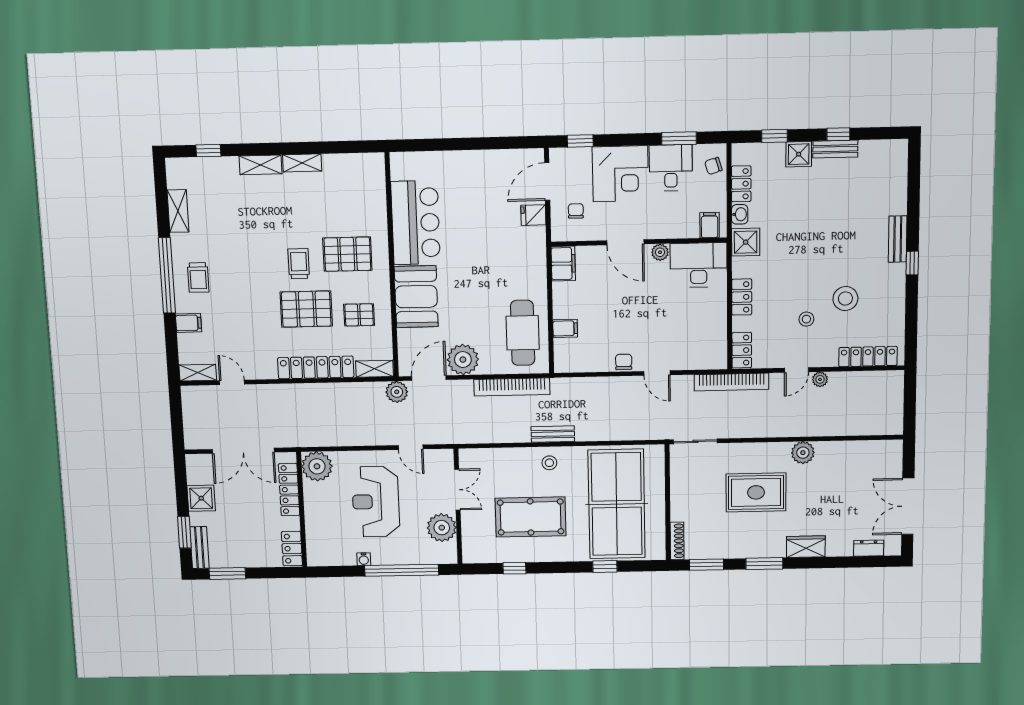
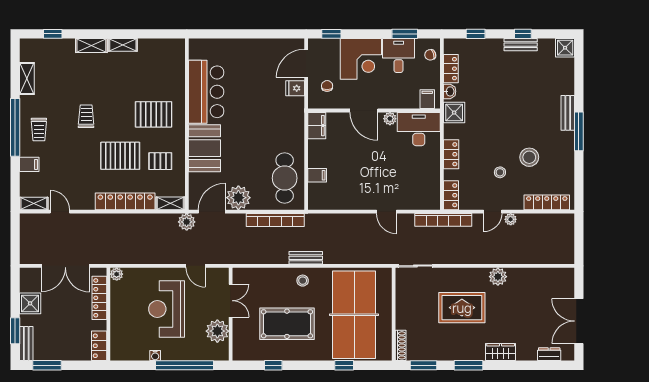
shower: (799, 154) -> (565, 48), moved
window: (912, 263) -> (579, 131), width x2.17
trolley: (299, 264) -> (86, 116), moved
chair: (624, 362) -> (361, 202), removed
plant: (317, 466) -> (117, 274), width x0.53, depth x0.53

